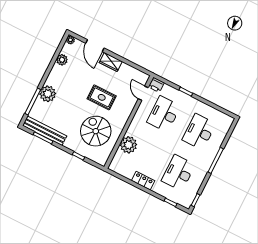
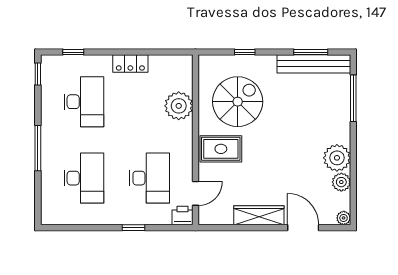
wardrobe: (111, 62) -> (259, 215), width x1.50
door: (143, 93) -> (196, 193), hinge flipped
plant: (48, 94) -> (337, 158), moved
rug: (102, 97) -> (221, 149), moved
spiral stairs: (96, 131) -> (238, 102), turned -90

